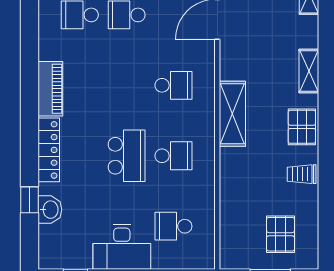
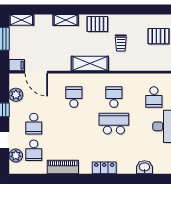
piano: (50, 89) -> (63, 167), moved
locker: (49, 150) -> (104, 168), width x0.66
trolley: (302, 174) -> (121, 43), moved
window: (30, 200) -> (139, 179), removed

